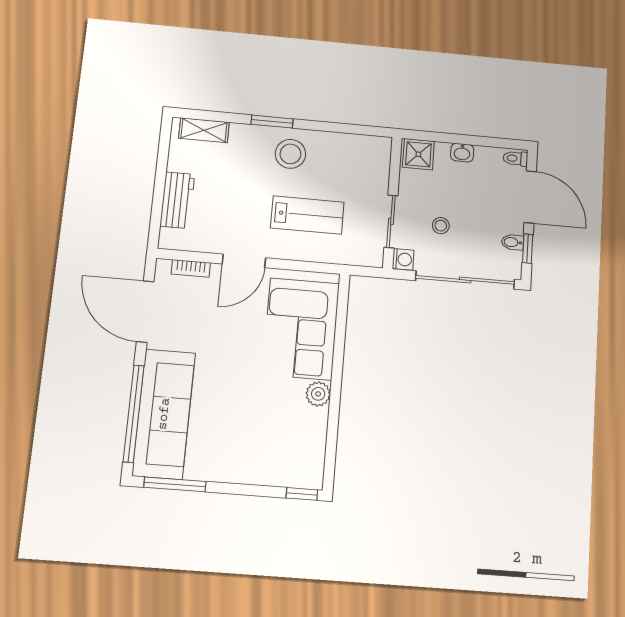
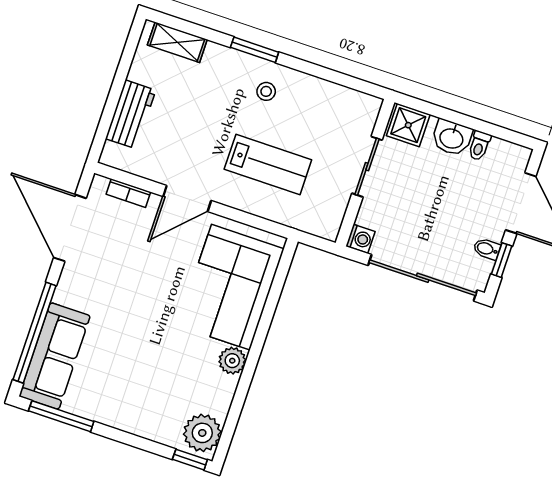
washbasin: (462, 153) -> (452, 138), width x1.38, depth x1.45
stool: (290, 154) -> (266, 91), width x0.53, depth x0.53
toilet: (515, 158) -> (479, 146), moved, turned -90
sliding door: (391, 221) -> (367, 167), moved
stool: (441, 226) -> (412, 211), removed
sofa: (164, 414) -> (55, 356), width x0.74, depth x0.79
plant: (307, 466) -> (202, 433), added

